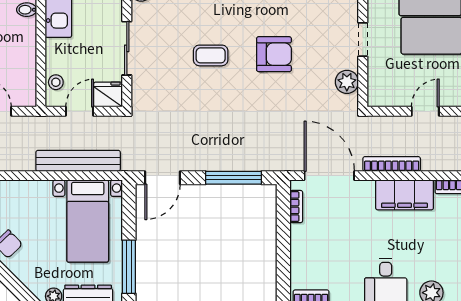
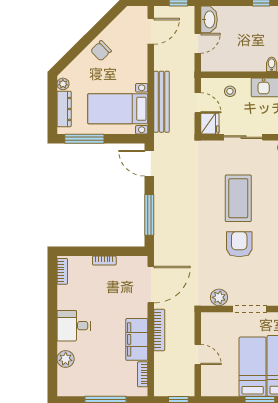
doorway: (363, 40) -> (250, 309), width x1.38
armchair: (274, 54) -> (239, 244), turned 180
coffee table: (211, 55) -> (238, 198), width x1.86, depth x1.72
stool: (56, 82) -> (230, 91), moved
bookcase: (296, 207) -> (104, 261), moved

